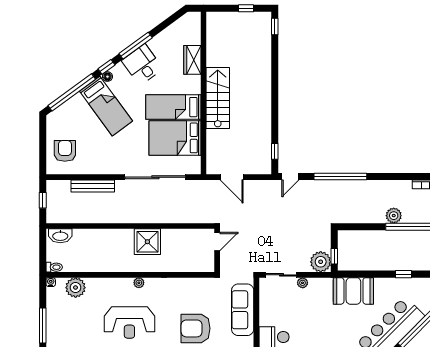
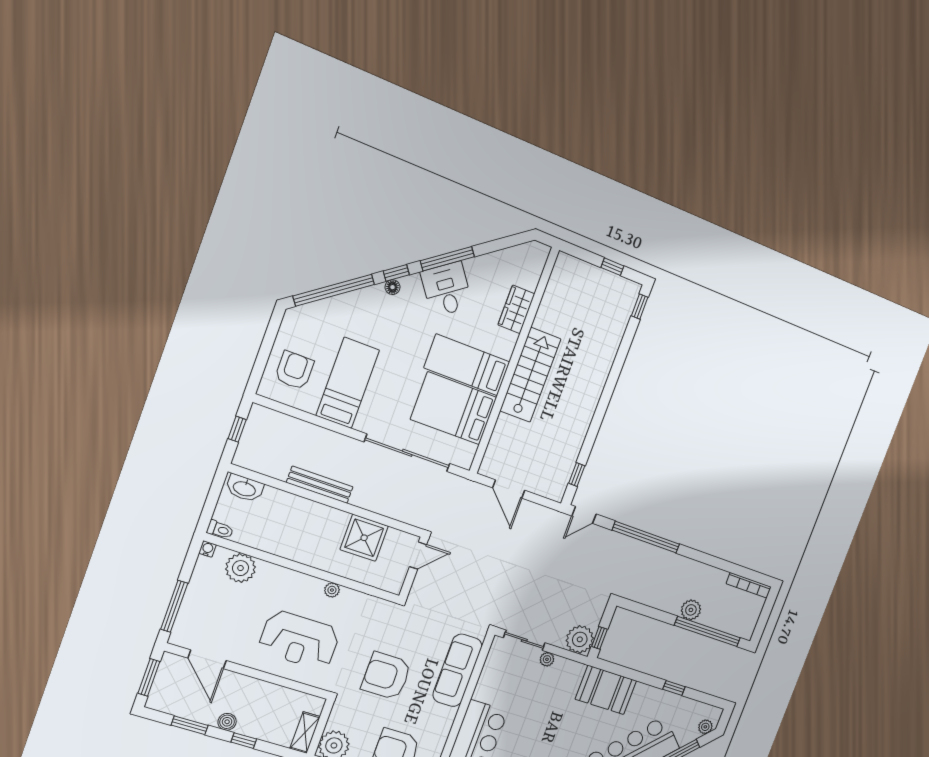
bed: (106, 106) -> (348, 383), moved, turned -144
bench: (93, 186) -> (320, 485), moved
door: (217, 242) -> (418, 556), moved
wall: (217, 250) -> (414, 568), moved

